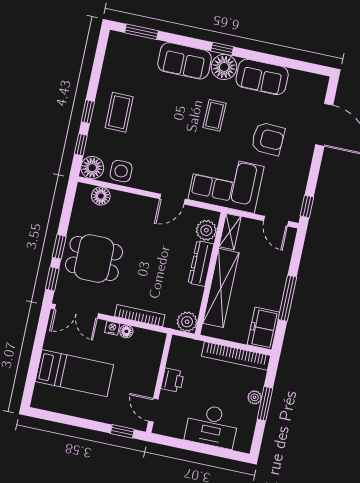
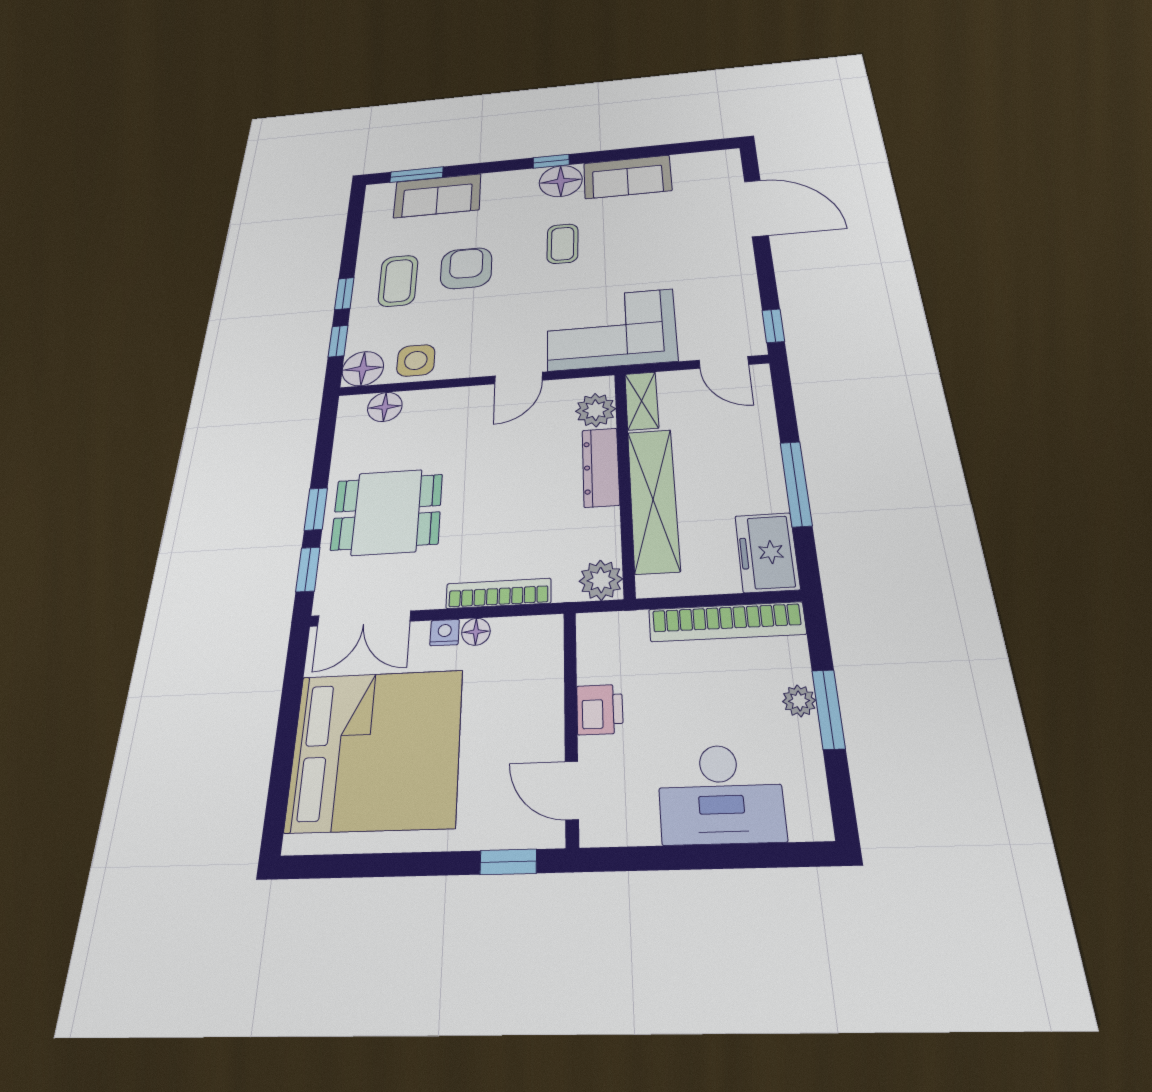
sofa: (185, 61) -> (437, 196), moved
armchair: (268, 139) -> (466, 268), moved, turned -92
bed: (74, 373) -> (376, 750), width x2.04

